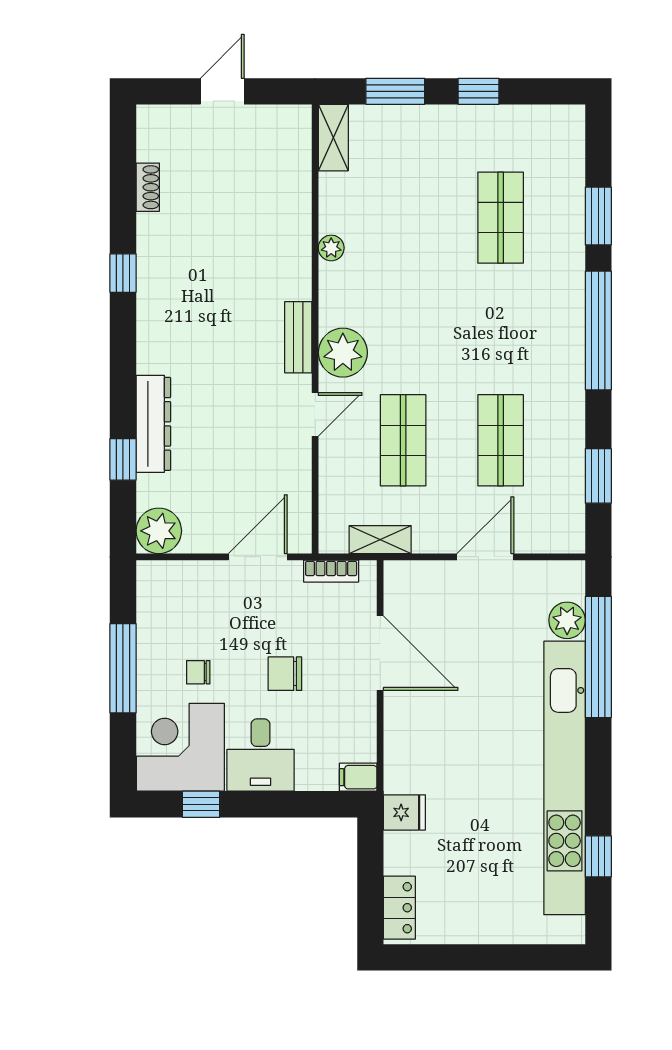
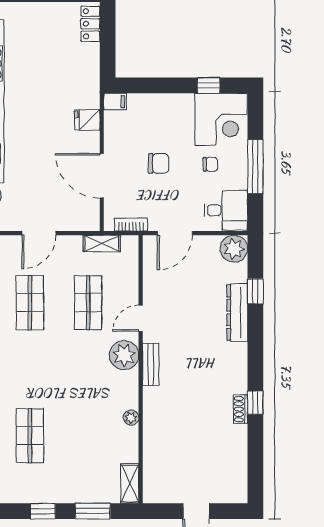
shoe rack: (148, 187) -> (241, 409), moved
desk: (260, 755) -> (226, 210), moved, turned 90
fridge: (404, 812) -> (87, 120), moved

